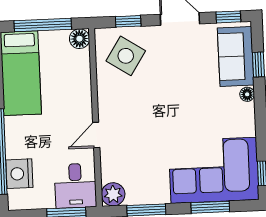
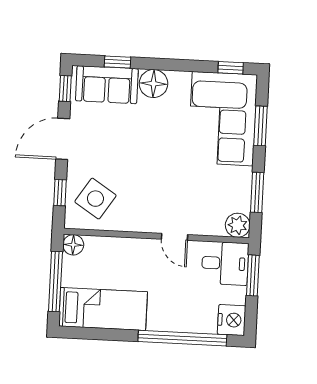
floor lamp: (247, 94) -> (153, 84), width x1.89, depth x1.89
nightstand: (19, 174) -> (232, 320), moved, turned -90

